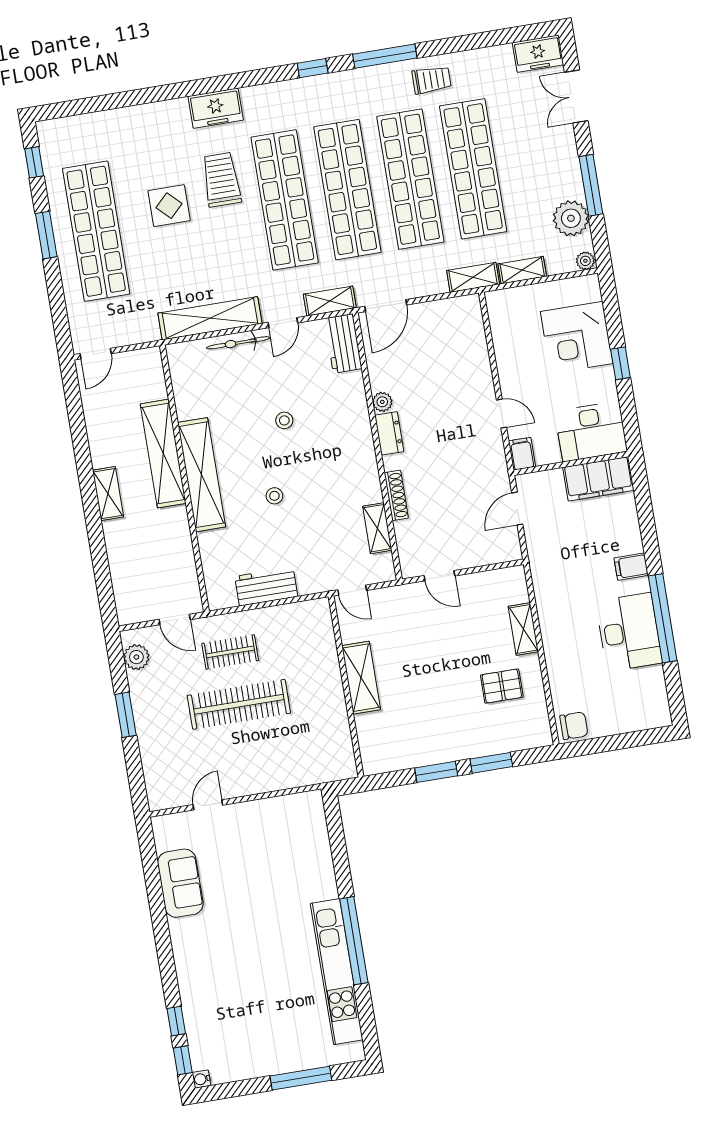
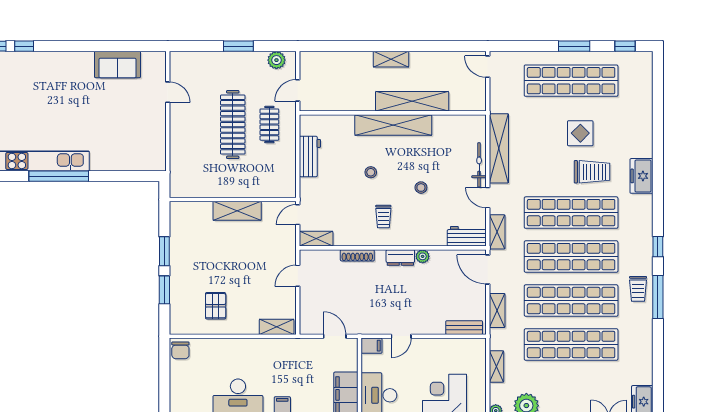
trolley: (432, 80) -> (638, 289), moved
shelving: (473, 277) -> (497, 311), moved
bench: (474, 326) -> (464, 328), added
trolley: (335, 467) -> (383, 217), added
shelving: (377, 528) -> (316, 239), moved
shelving: (523, 629) -> (277, 327), moved

